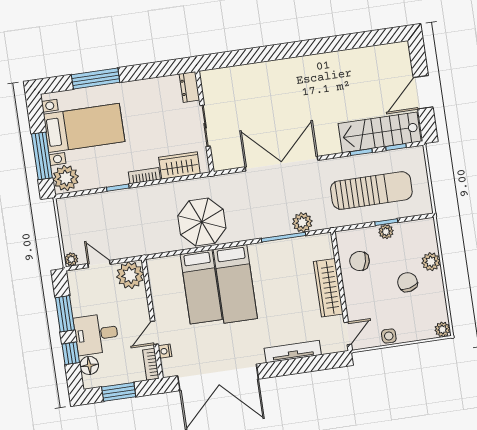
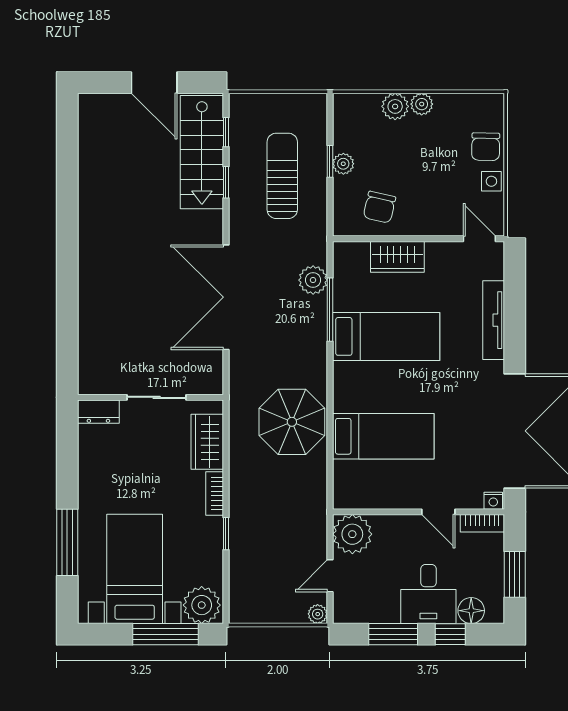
sun lounger: (371, 190) -> (282, 176), width x0.73, depth x0.75
chair: (407, 282) -> (486, 147), moved, turned -75
bed: (235, 284) -> (386, 336), moved
wardrobe: (328, 288) -> (397, 257), width x0.67
plant: (442, 329) -> (422, 104), moved
nightstand: (165, 351) -> (493, 501), moved

